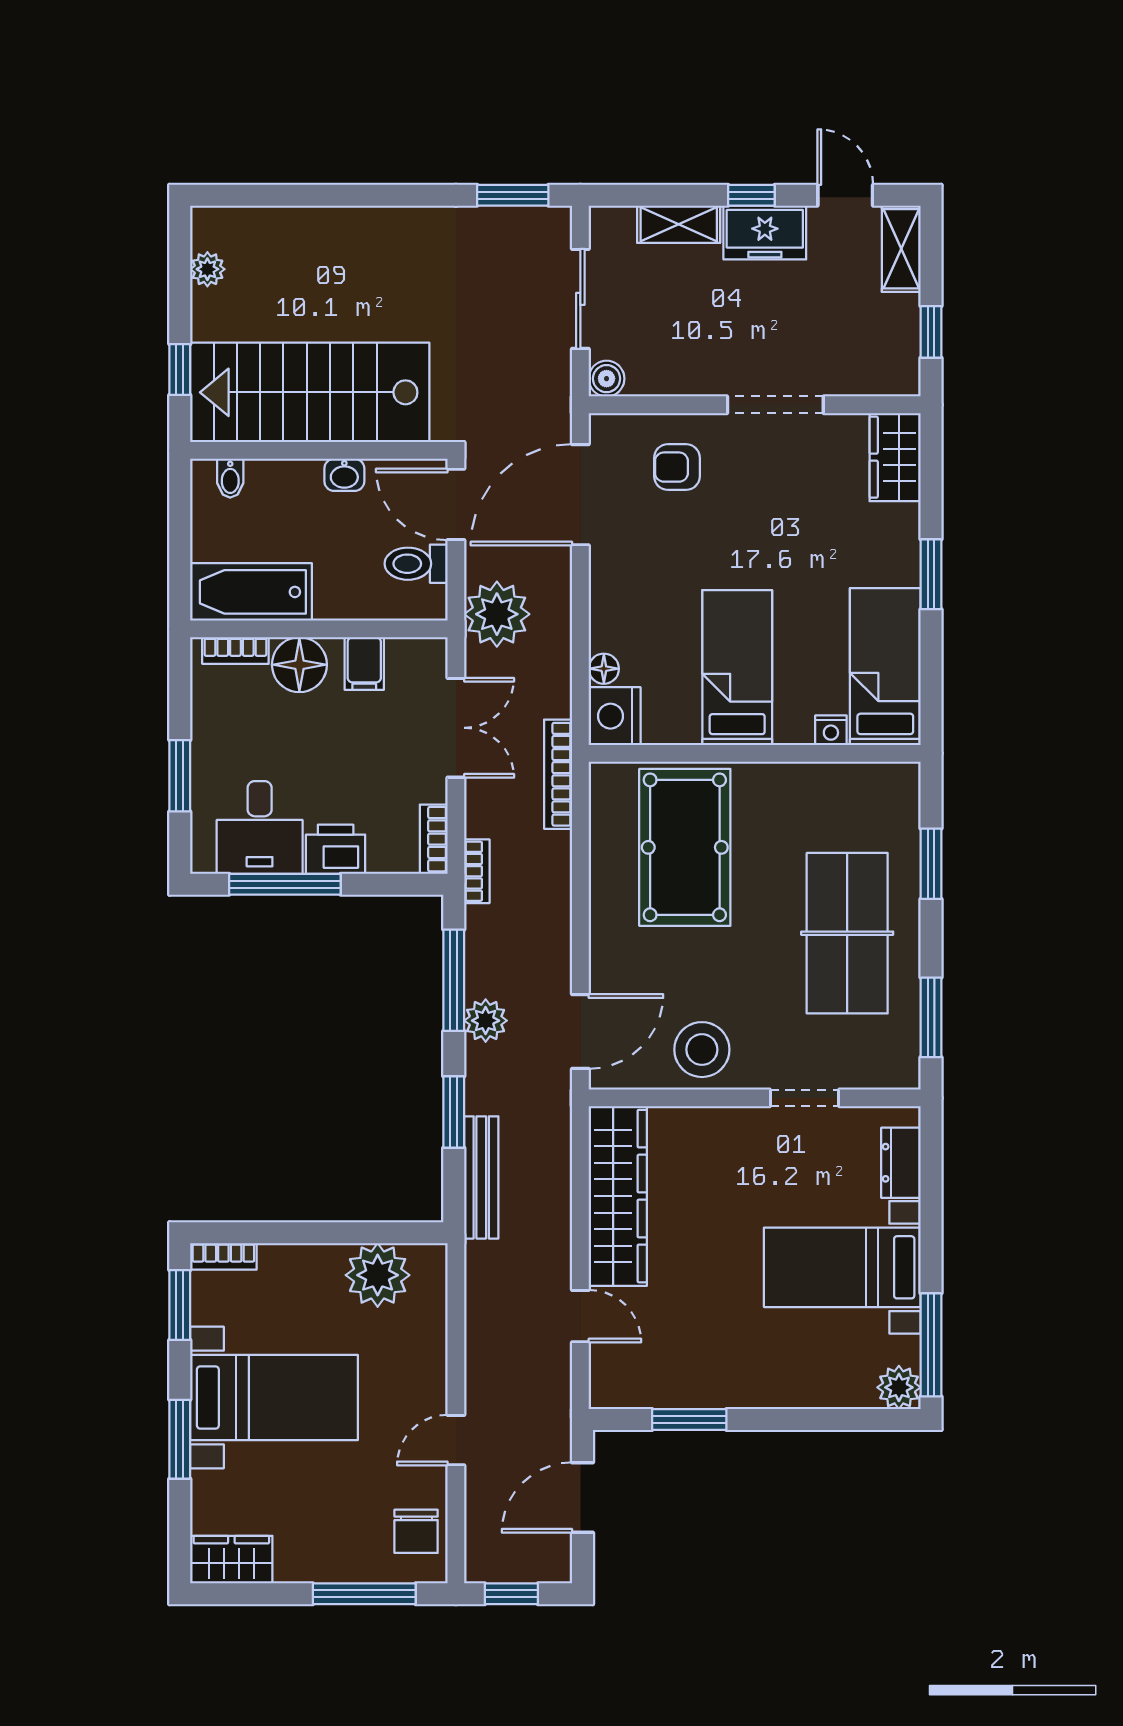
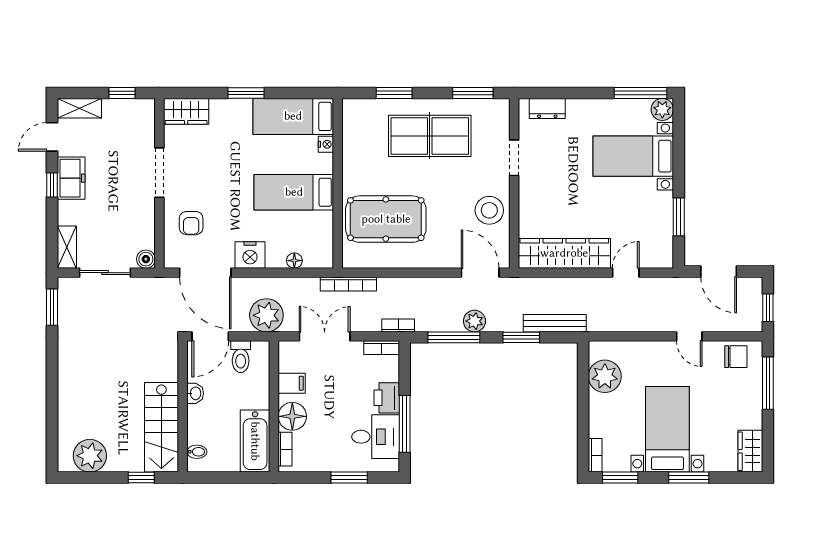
shelving: (679, 224) -> (67, 247), moved
plant: (207, 269) -> (90, 456), width x1.88, depth x1.88
stairs: (310, 392) -> (161, 427), width x0.73, depth x0.66
nightstand: (615, 716) -> (250, 255), moved
bed with nightstands: (842, 1267) -> (633, 156), moved, turned 90

